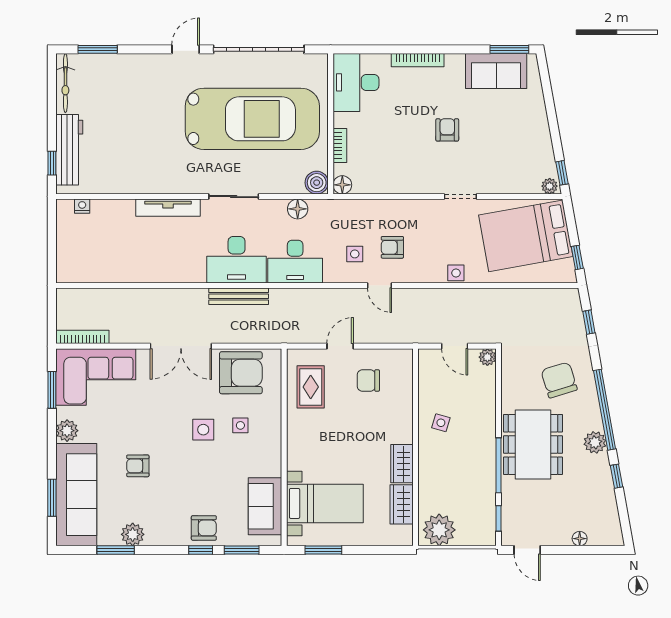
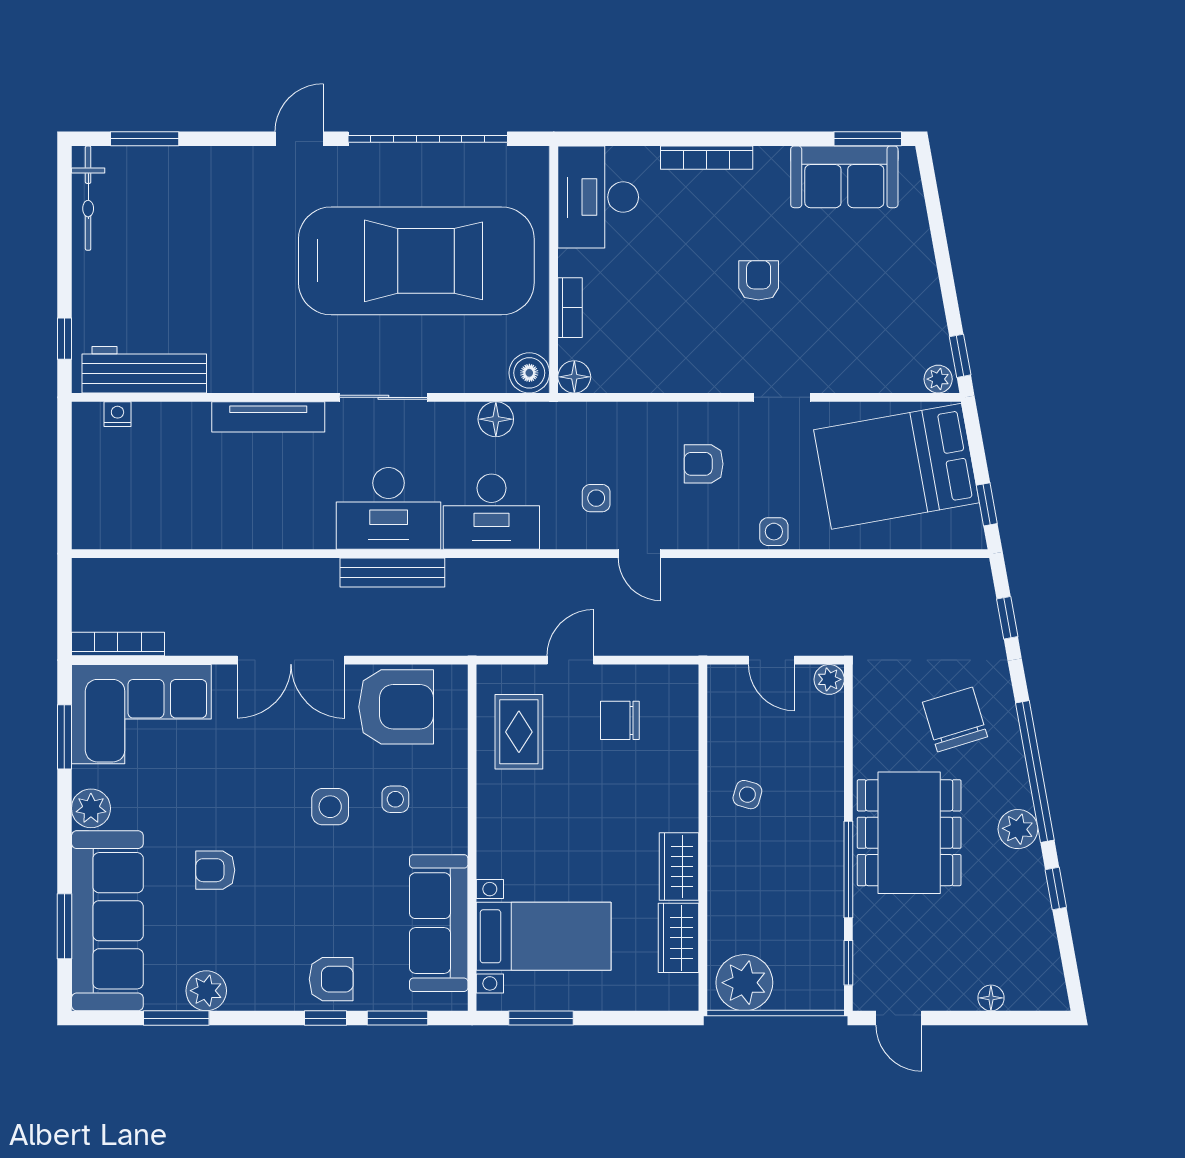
workbench: (69, 150) -> (144, 370), moved, turned -90
armchair: (392, 247) -> (704, 464), moved
sofa: (265, 506) -> (439, 923), width x1.36

